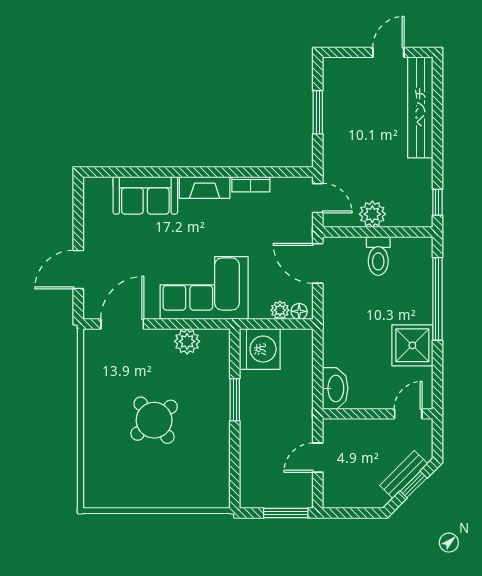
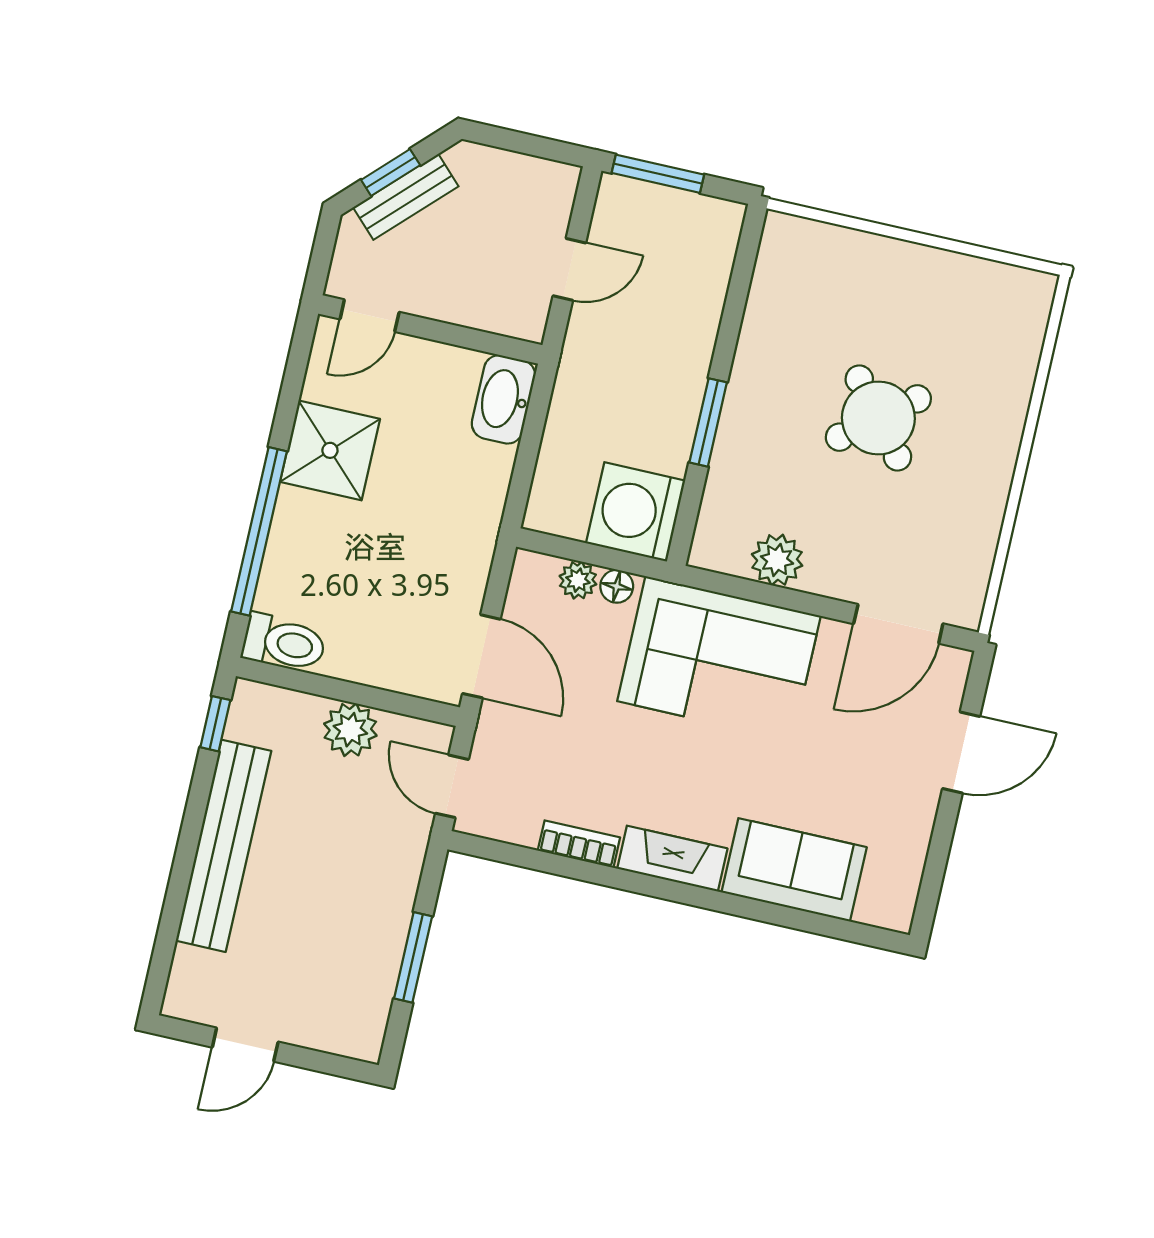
bench: (420, 107) -> (224, 846), moved
toilet: (378, 256) -> (284, 643), moved, turned 90
floor lamp: (299, 311) -> (617, 586), moved

